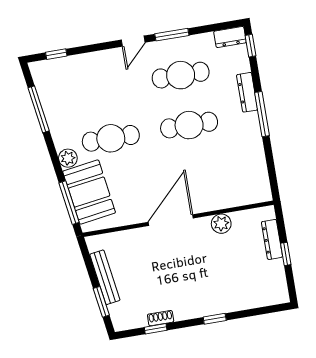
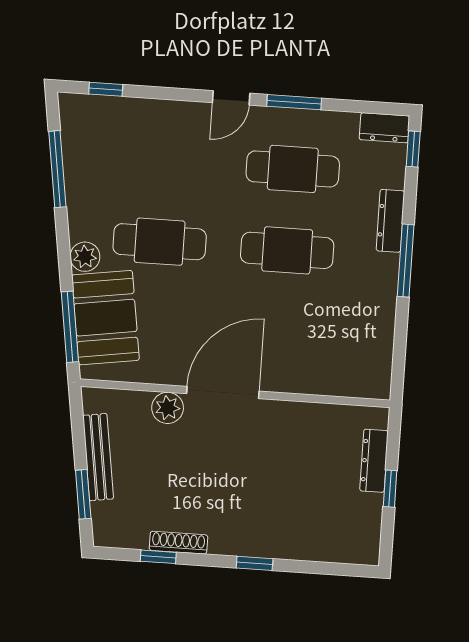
plant: (221, 224) -> (168, 408), moved
shoe rack: (161, 318) -> (178, 543), width x1.43

